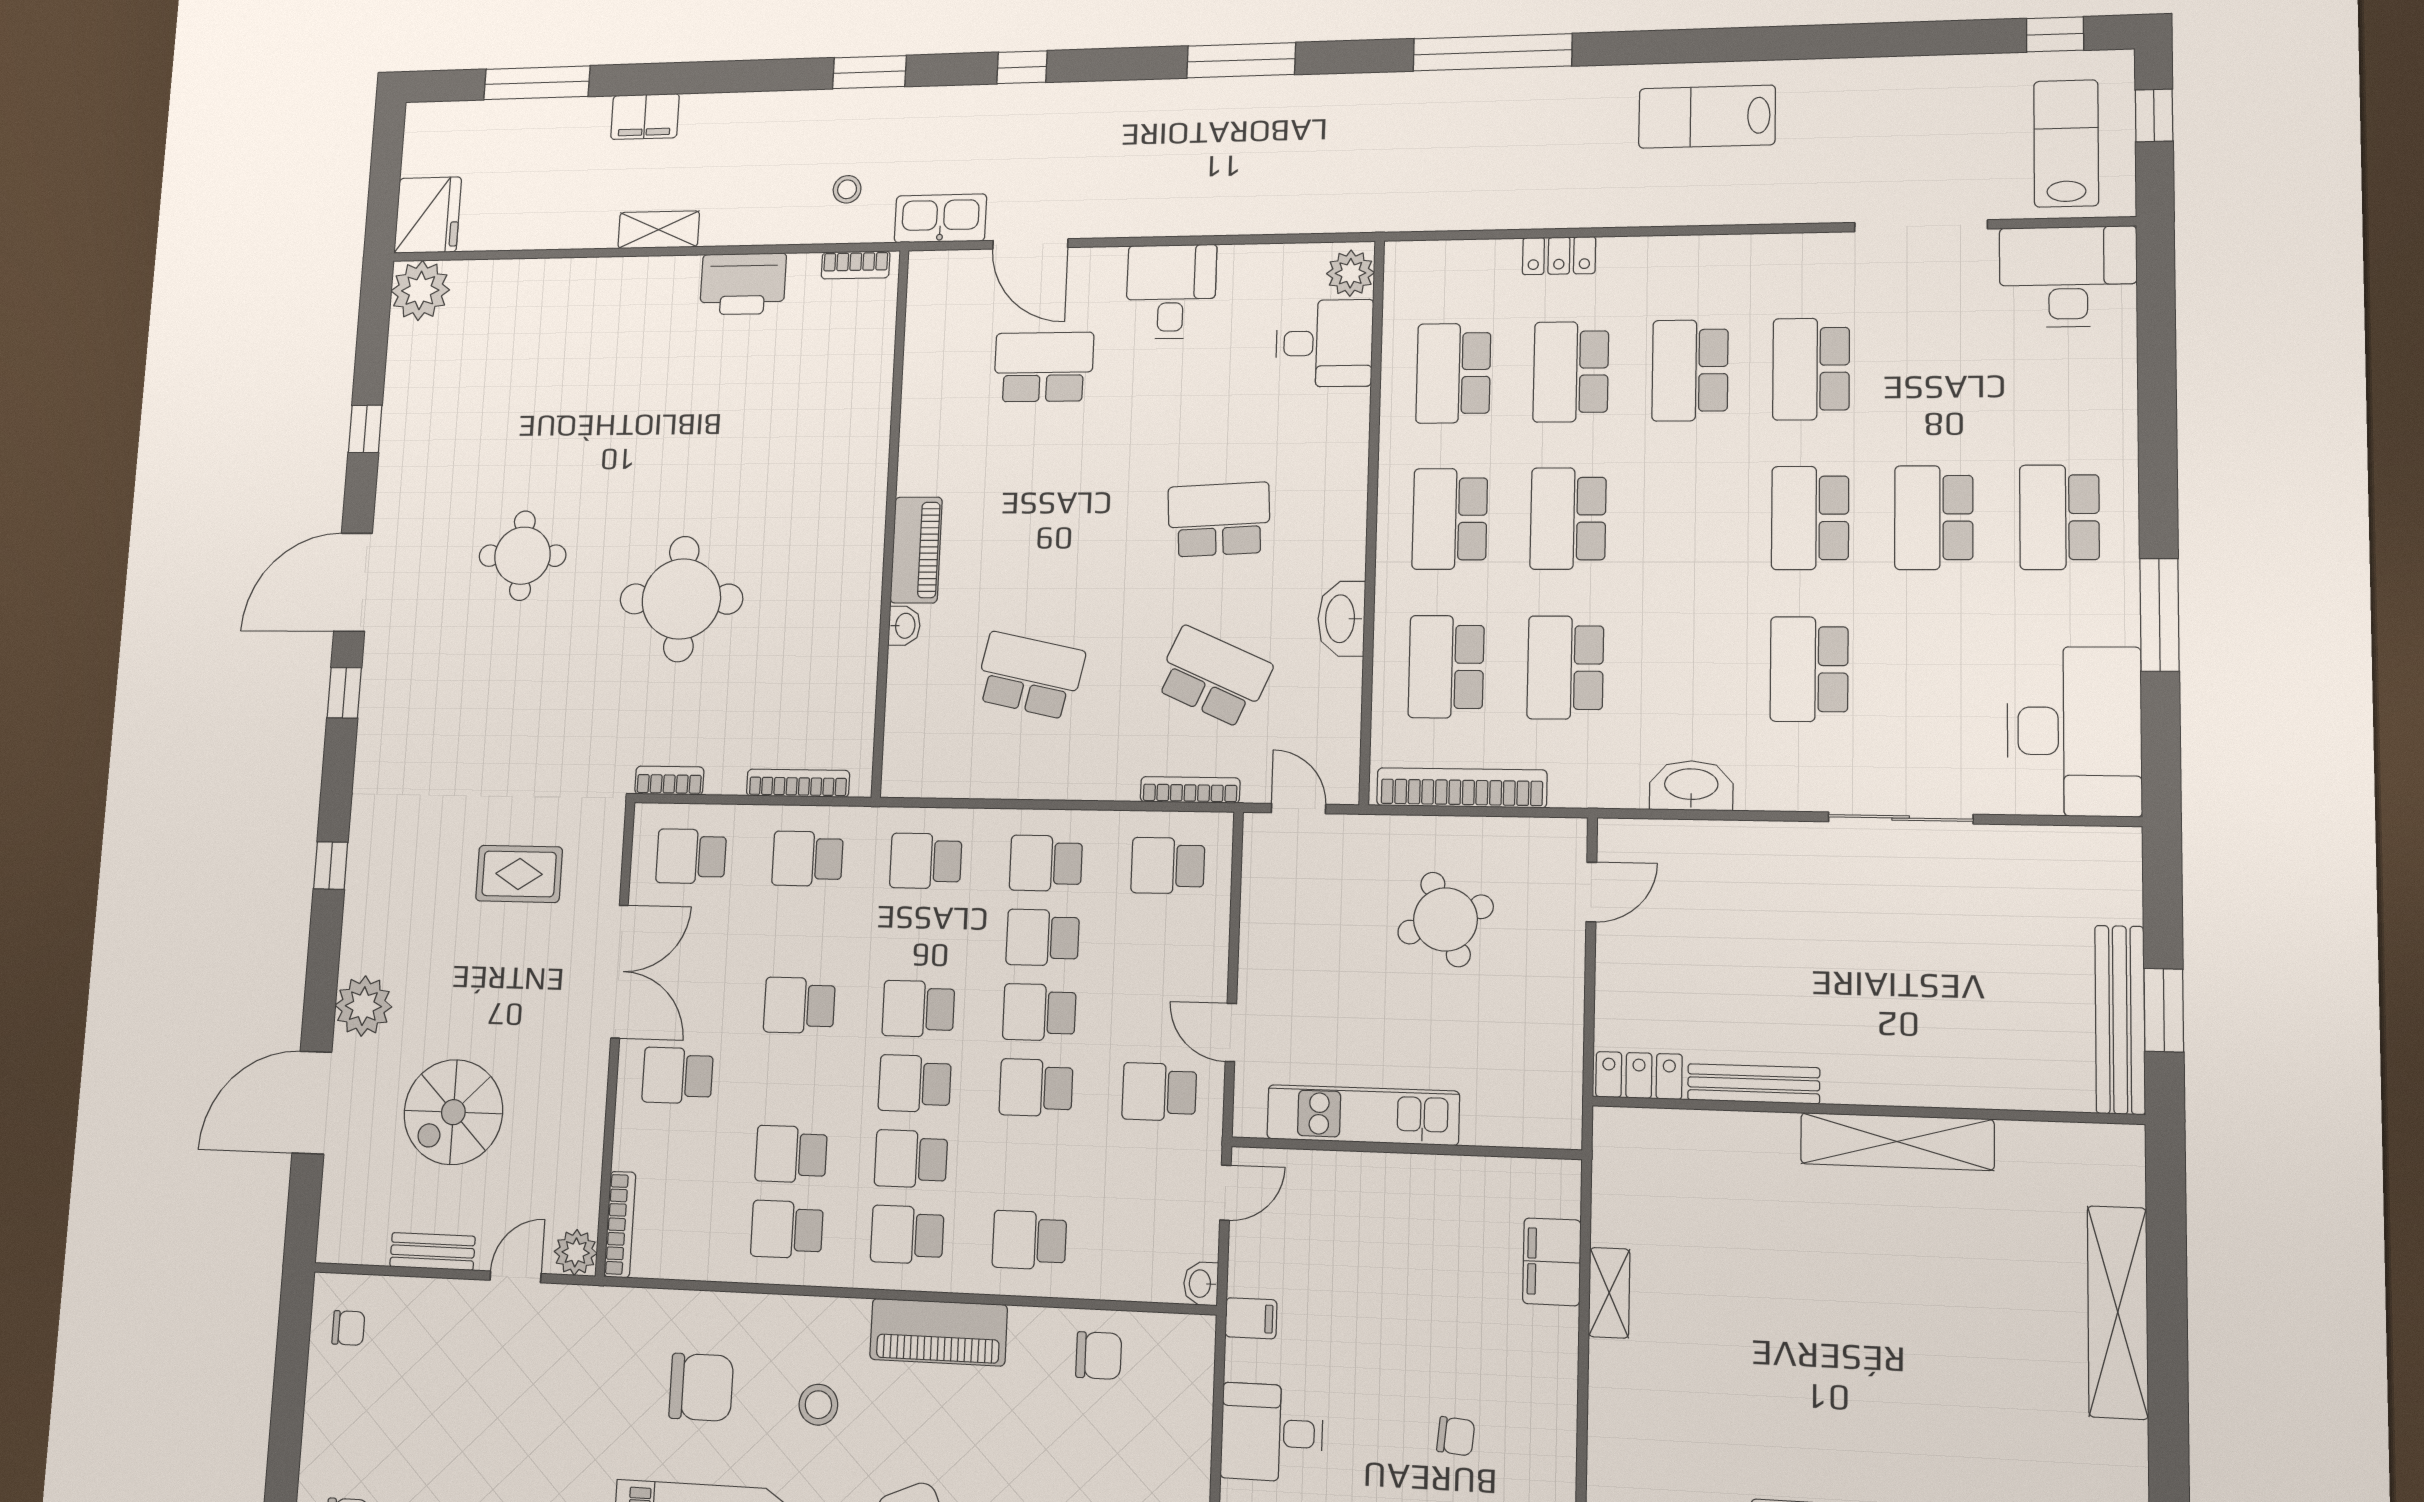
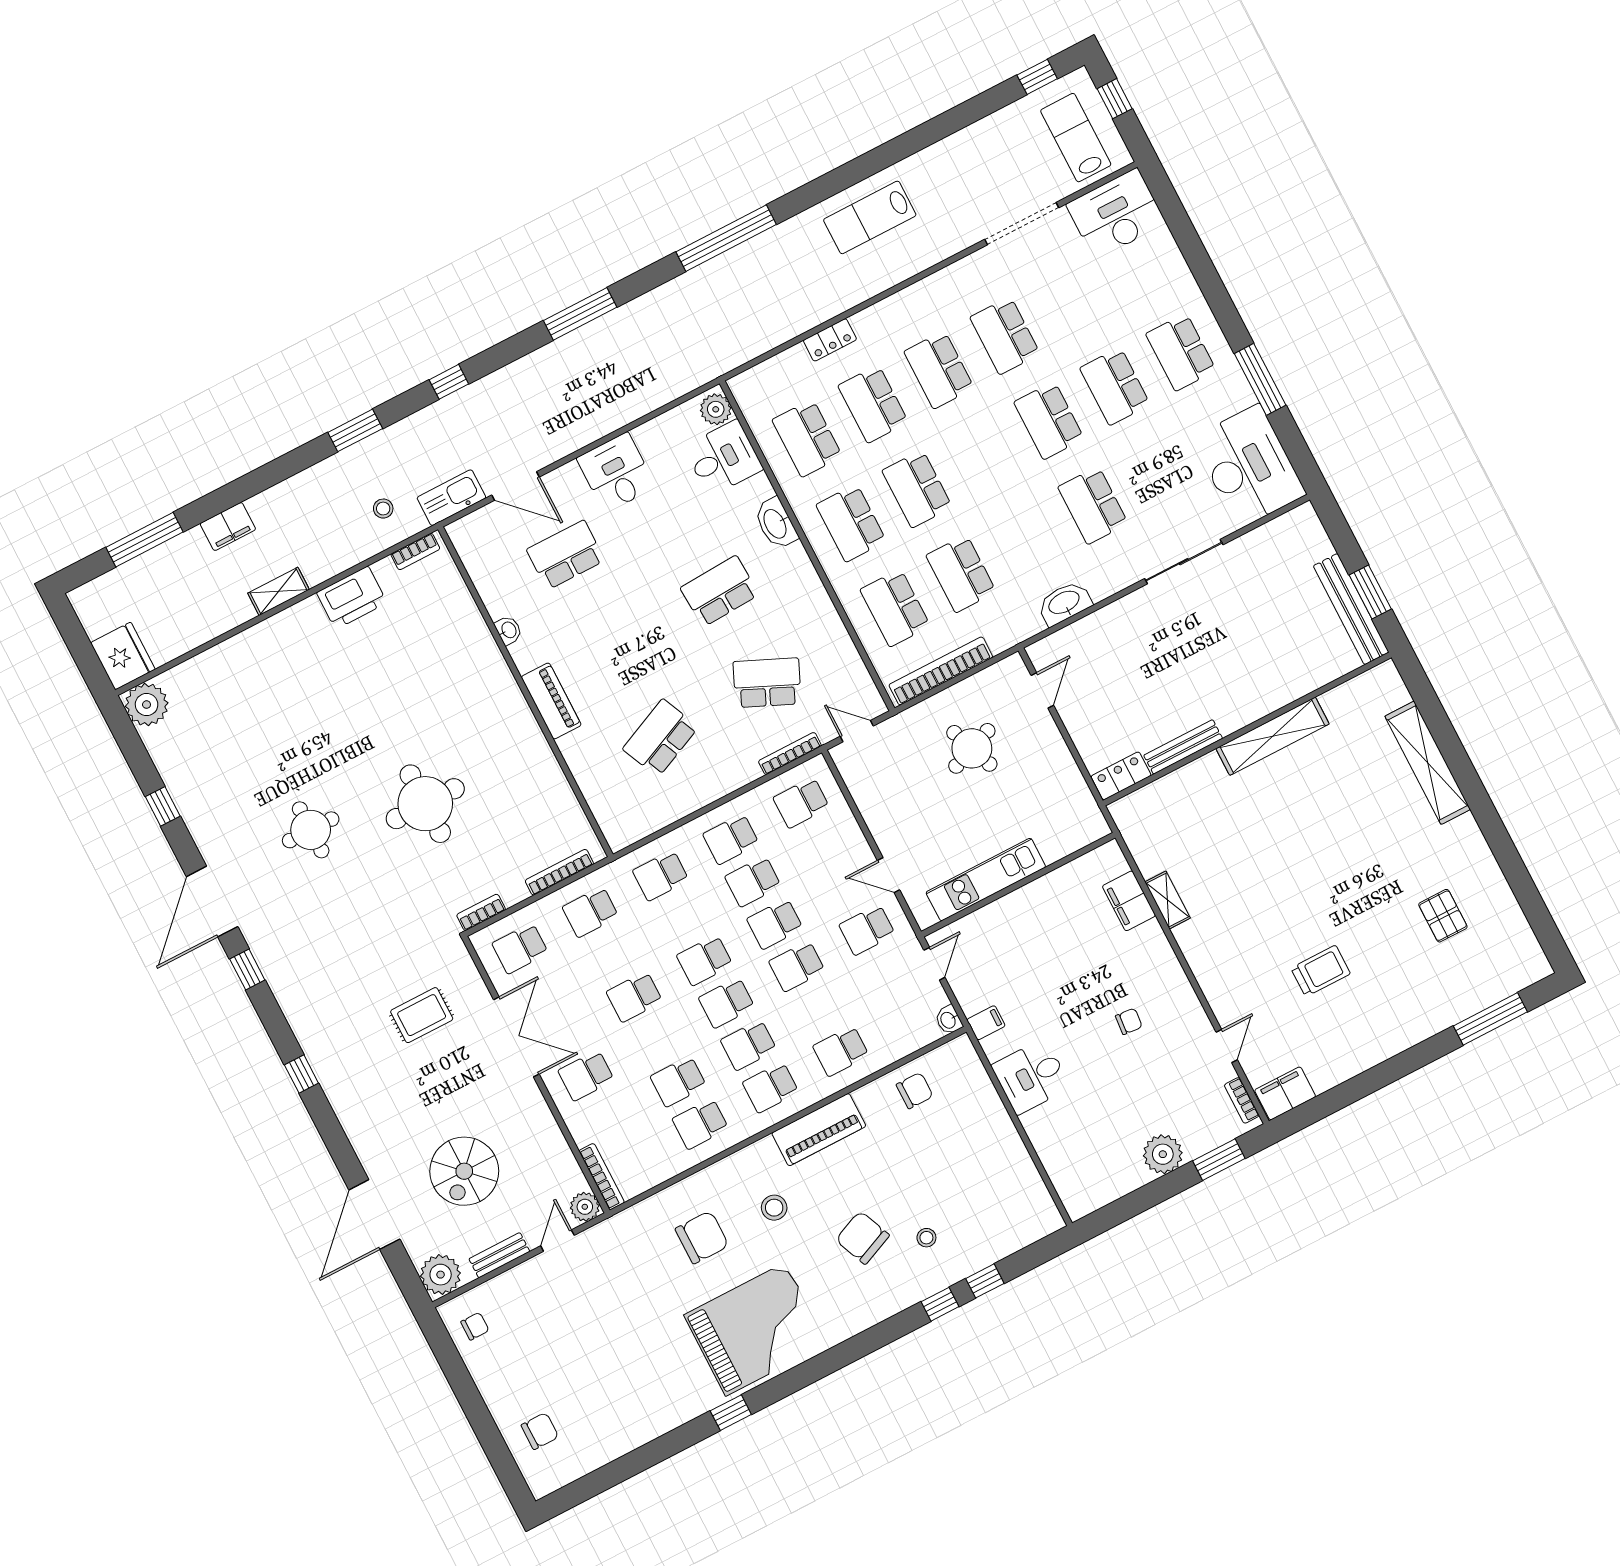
washbasin: (1341, 619) -> (776, 523), moved
washbasin: (904, 626) -> (508, 630), moved
school desk: (1030, 675) -> (660, 738), turned -36
plant: (363, 1006) -> (441, 1275), moved

